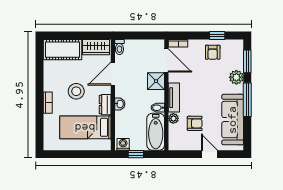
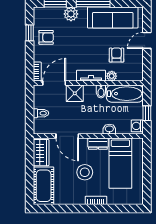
toilet: (119, 47) -> (41, 113), moved
washbasin: (120, 104) -> (109, 129), moved

